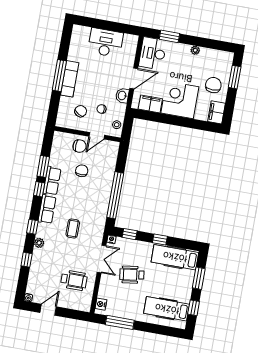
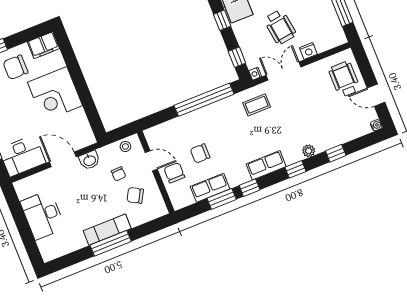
filing cabinet: (150, 104) -> (79, 124), removed
row of seats: (52, 181) -> (210, 188), moved
coffee table: (73, 229) -> (257, 105), moved
wheelchair: (74, 280) -> (344, 79), moved
nightstand: (101, 304) -> (308, 51), moved

